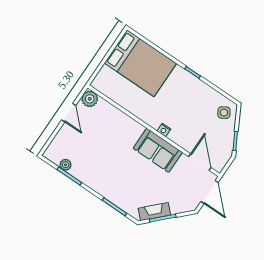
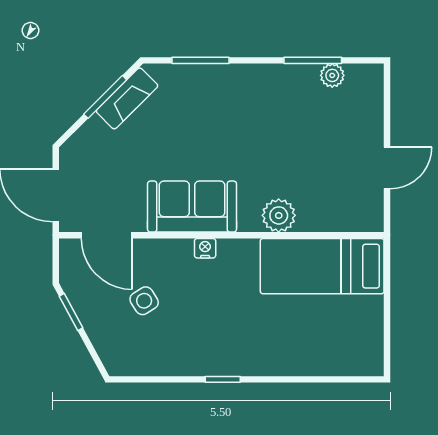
bed: (140, 63) -> (322, 266), moved, width x0.67
plant: (90, 99) -> (279, 215), moved
door: (69, 113) -> (387, 168), swing flipped
side table: (224, 113) -> (144, 301), moved

